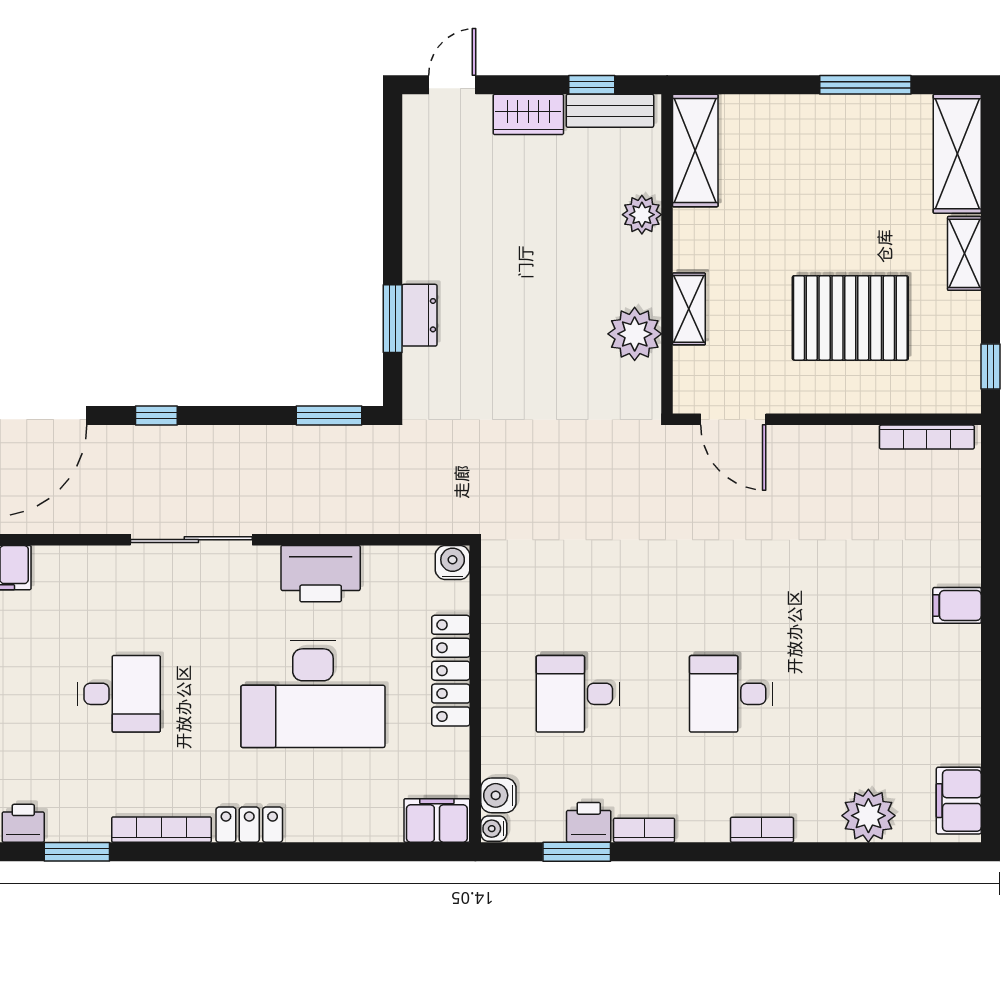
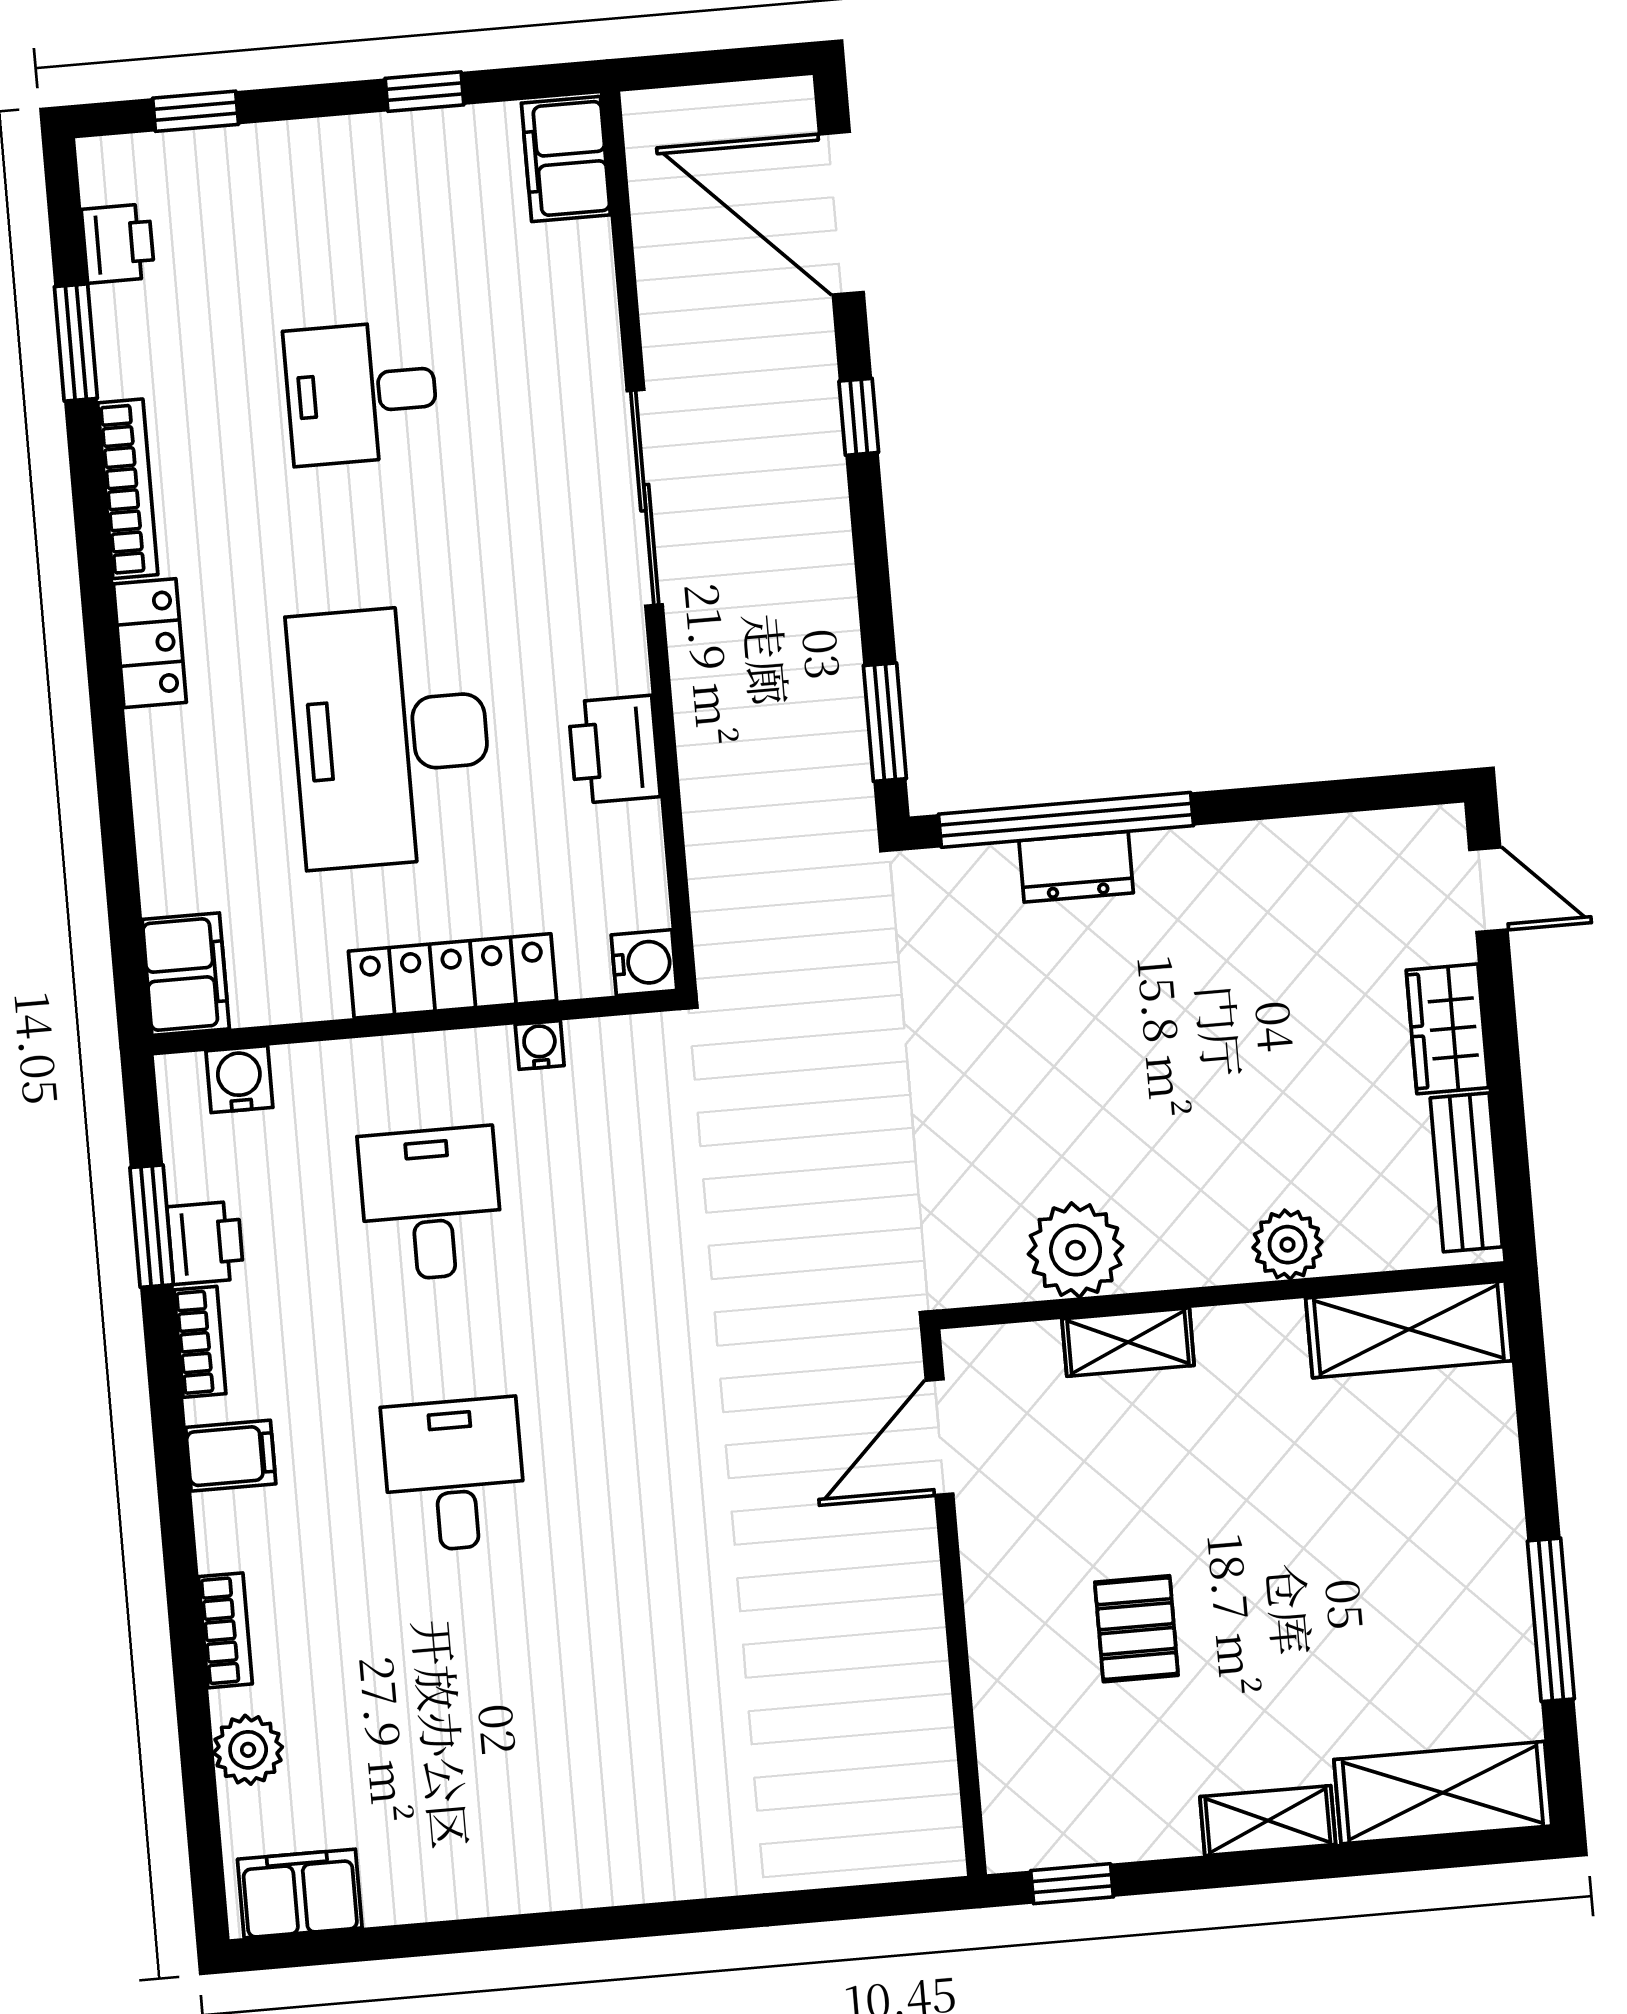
window: (592, 85) -> (1510, 1136), removed
pallet: (850, 318) -> (1136, 1629), width x0.49, depth x0.50
window: (393, 319) -> (1066, 820), width x2.11
bookcase: (927, 437) -> (938, 1782), removed
printer: (321, 574) -> (614, 749), width x0.73, depth x0.84
filing cabinet: (957, 605) -> (231, 1456), moved, turned 90
desk: (119, 694) -> (361, 393), turned 90
plant: (868, 816) -> (248, 1750), width x0.73, depth x0.73
water cooler: (494, 829) -> (540, 1045), moved
bookcase: (762, 830) -> (225, 1630), moved

